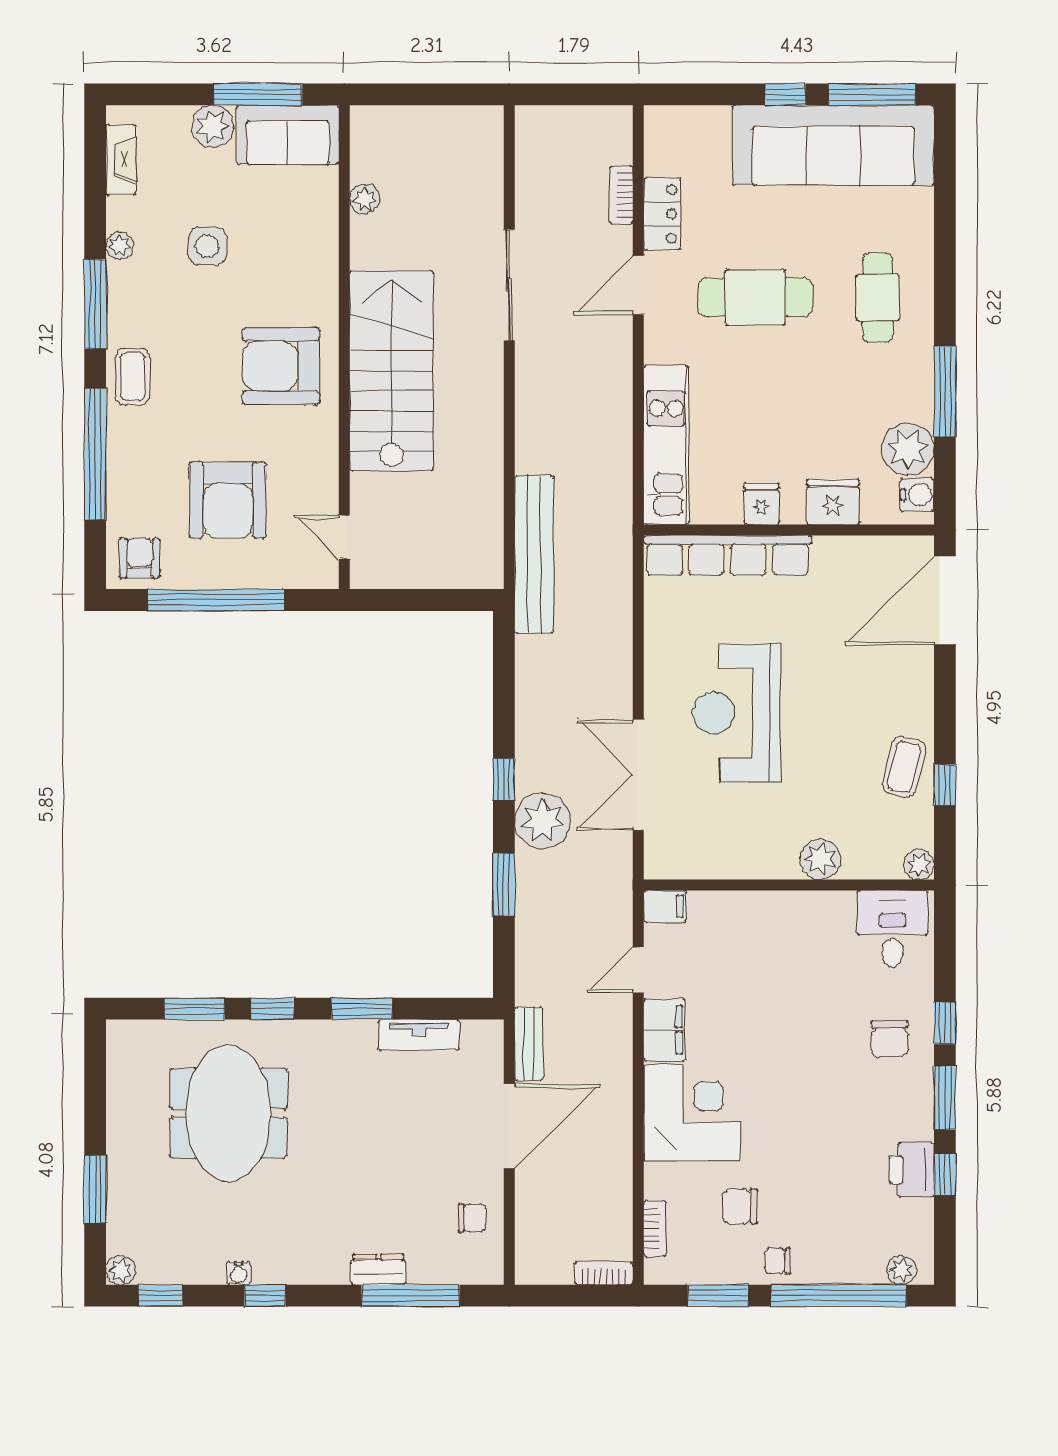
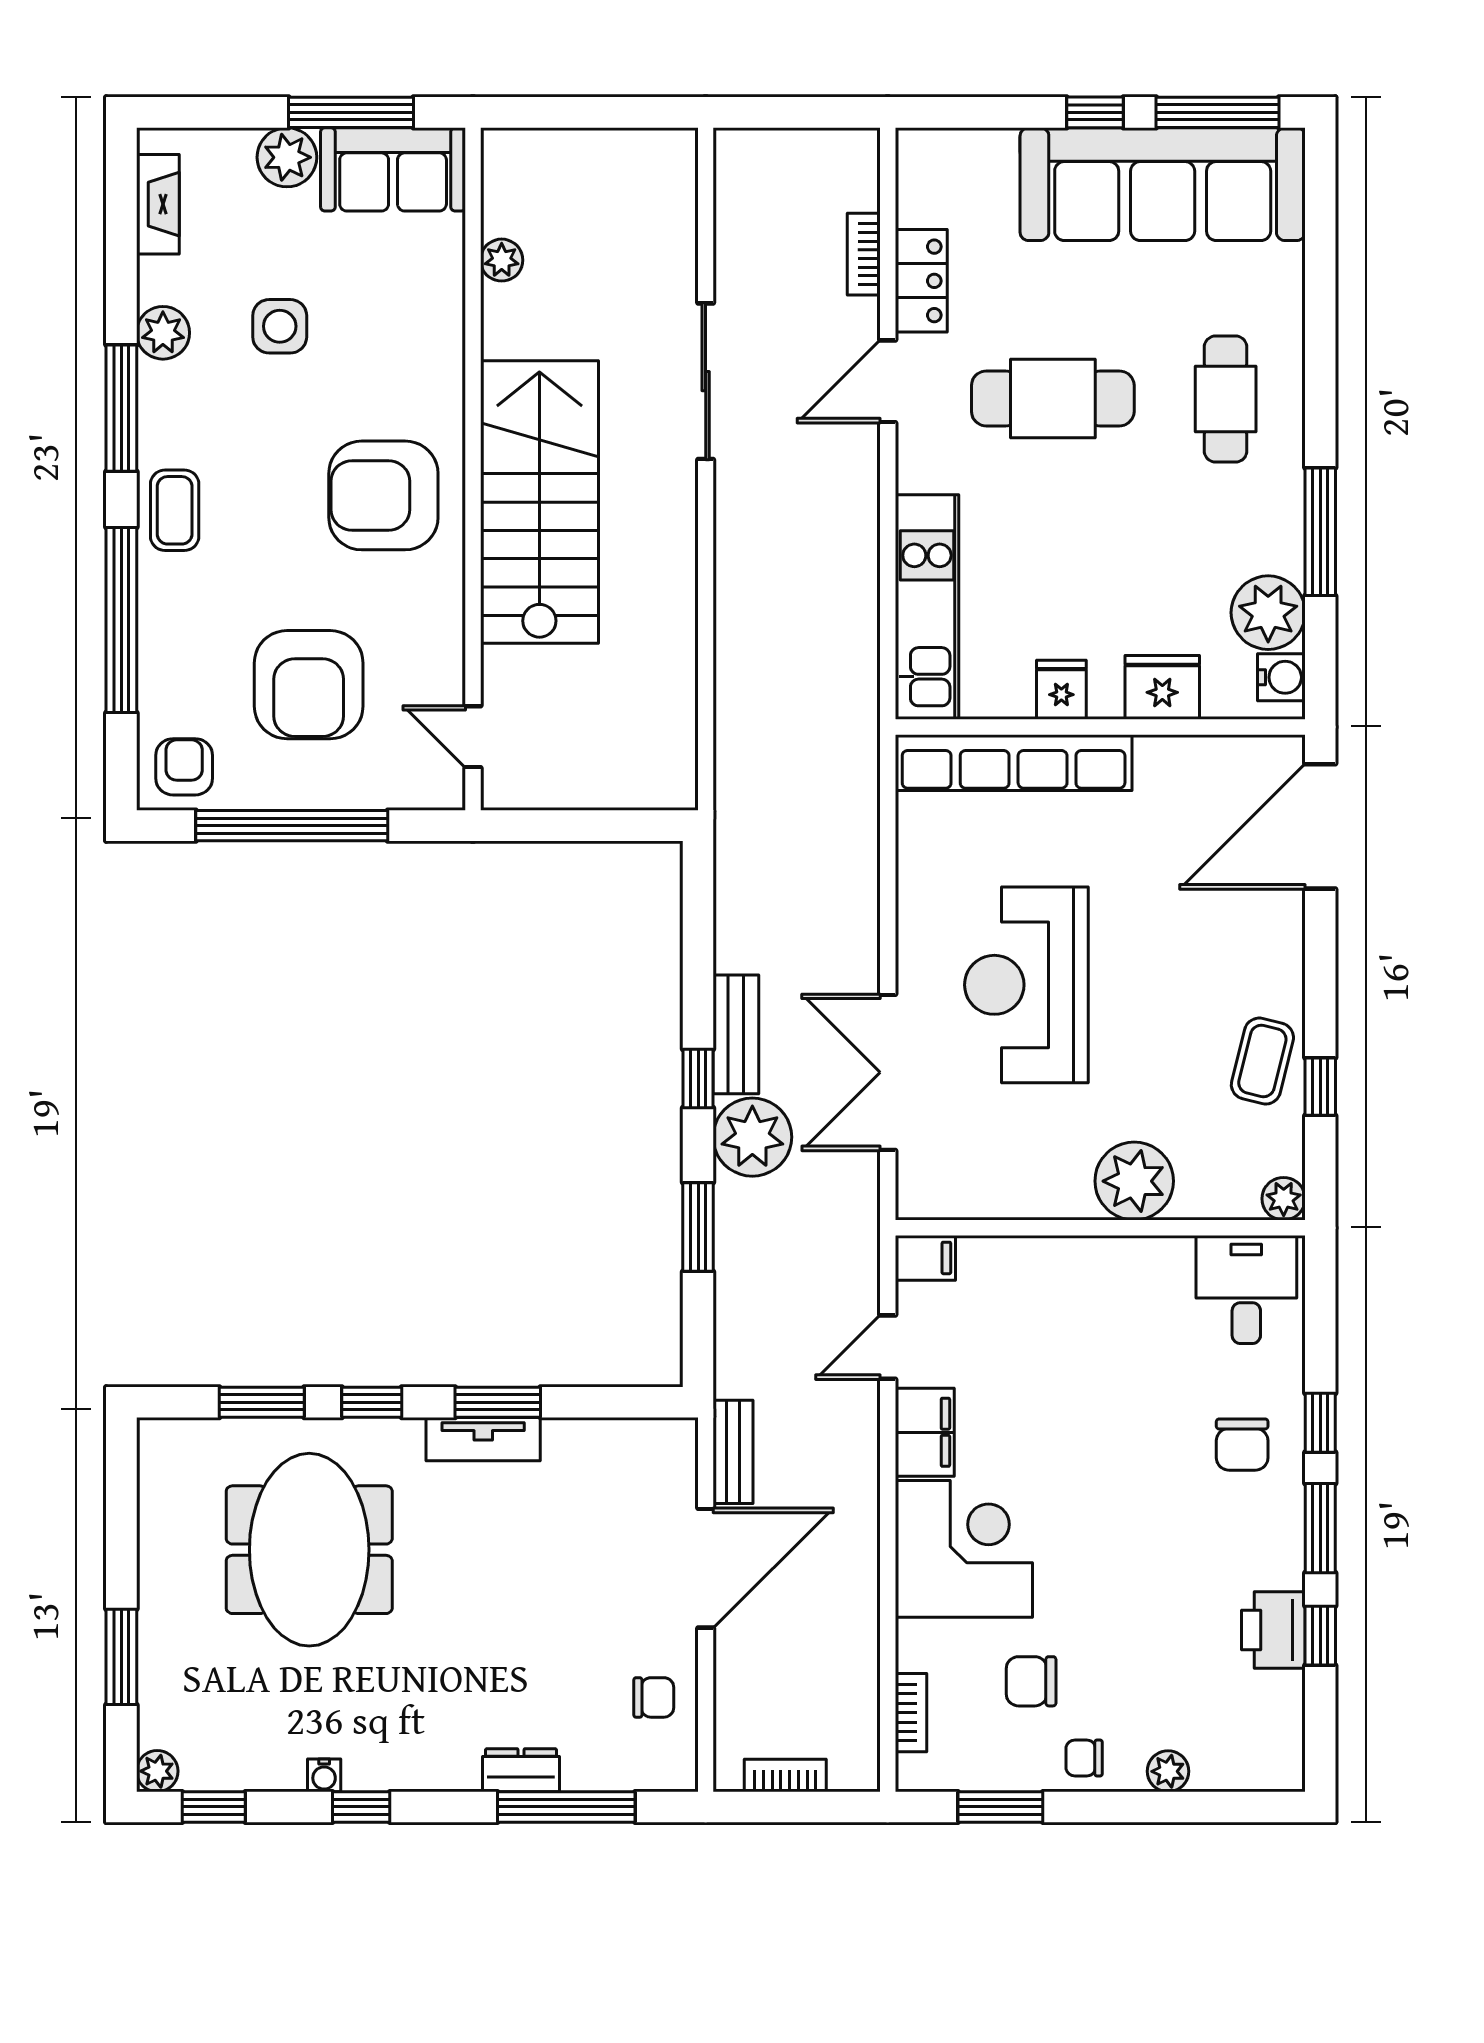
plant: (120, 246) -> (163, 333), width x1.38, depth x1.38
bench: (534, 554) -> (736, 1034), moved, width x0.54, depth x0.82
plant: (820, 859) -> (1134, 1181), width x1.36, depth x1.36
tv unit: (419, 1035) -> (483, 1439), moved
plant: (901, 1270) -> (1168, 1771), moved
bookcase: (604, 1273) -> (785, 1775), moved
window: (839, 1296) -> (1170, 1807), removed

